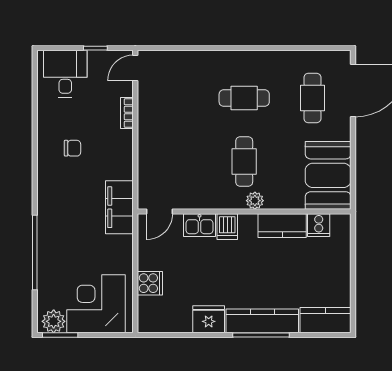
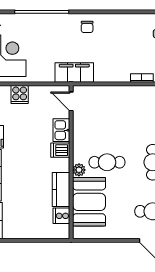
chair: (72, 148) -> (87, 27), moved
booth: (328, 175) -> (89, 202), moved, turned 90

